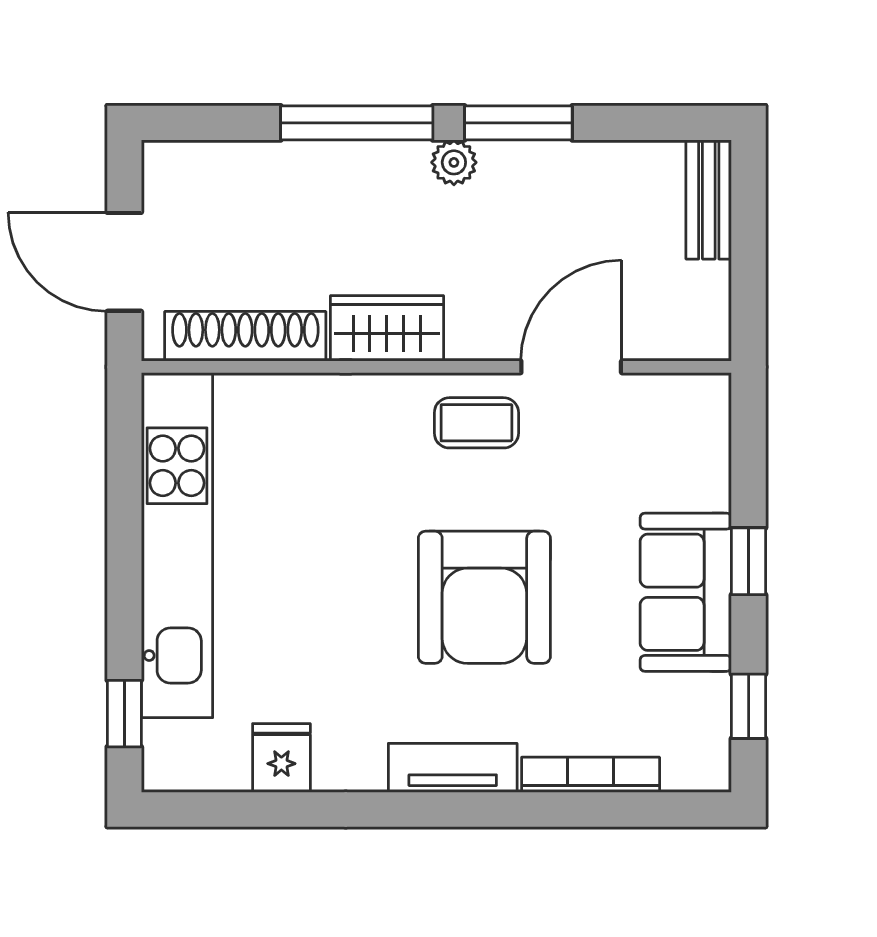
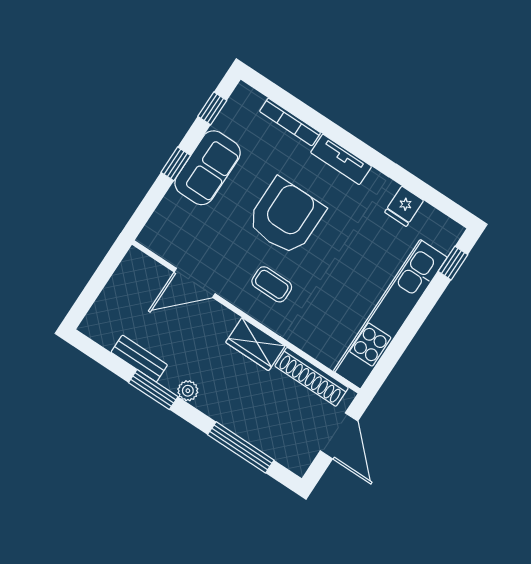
window: (357, 123) -> (241, 447), moved
bench: (709, 199) -> (139, 359), moved, turned 90
coffee table: (476, 423) -> (272, 284), moved

